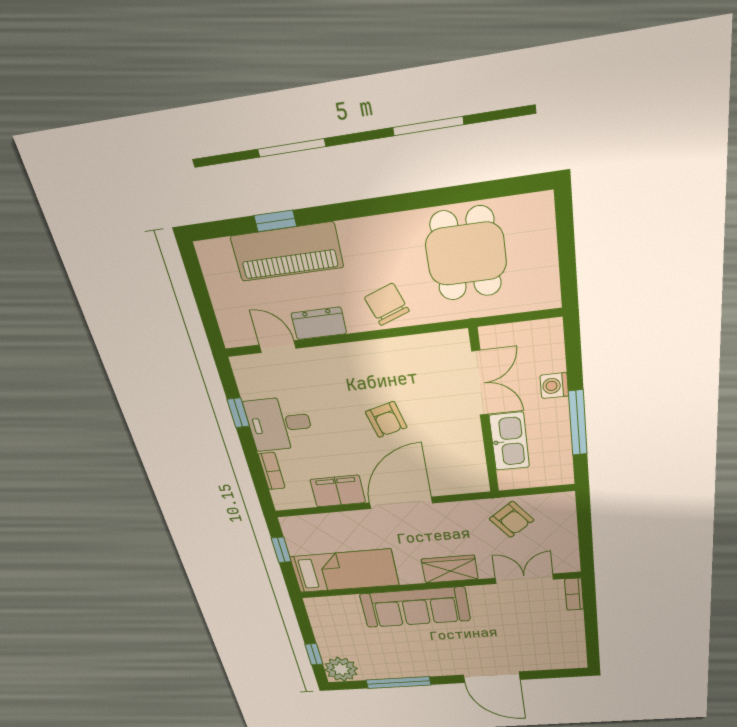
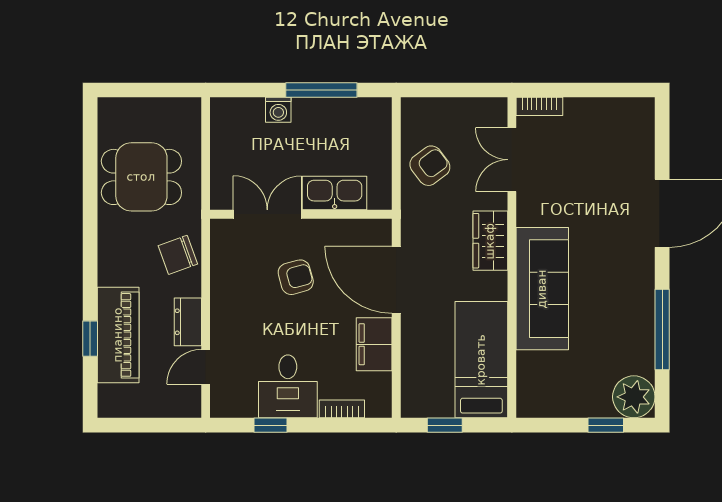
double door: (480, 383) -> (267, 214), moved
wall: (484, 414) -> (301, 214), moved
kitchen sink: (509, 441) -> (335, 193), moved

